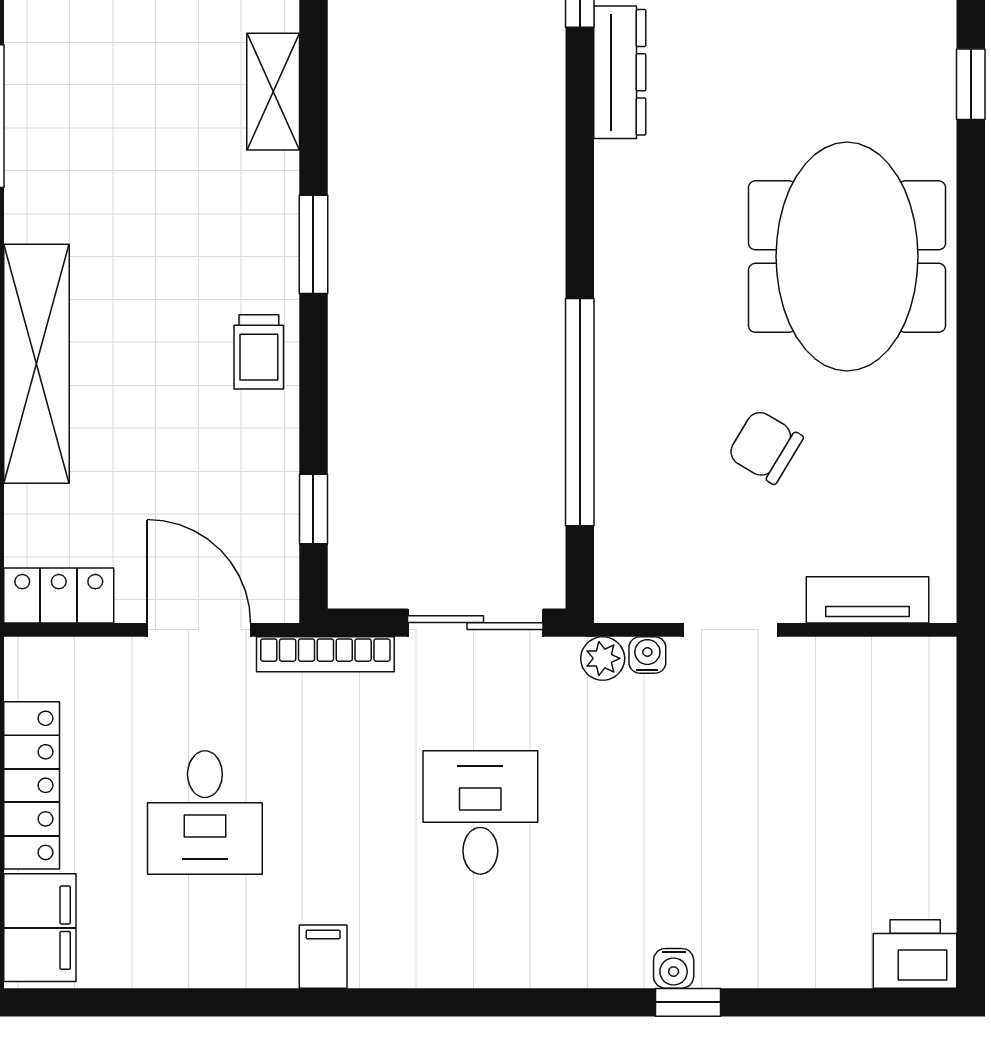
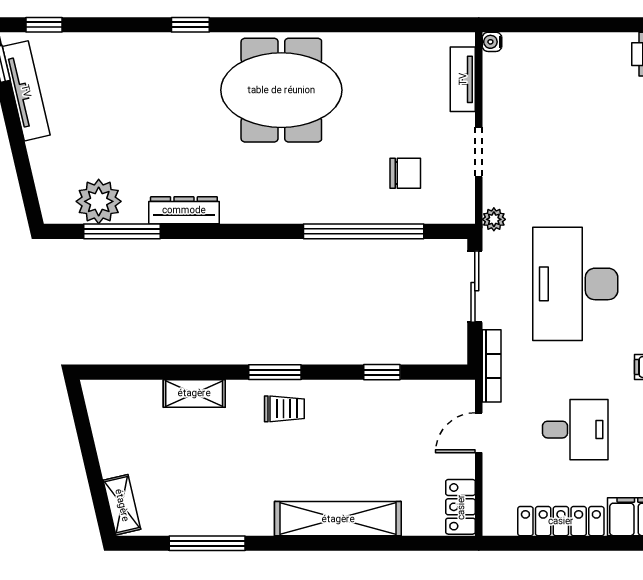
trolley: (259, 352) -> (284, 409), moved
chair: (765, 447) -> (405, 173), moved, turned -121
window: (313, 509) -> (382, 372), moved
door: (199, 630) -> (479, 433), width x0.73
water cooler: (647, 655) -> (492, 42), moved
desk: (480, 812) -> (575, 284), width x1.87, depth x1.30

